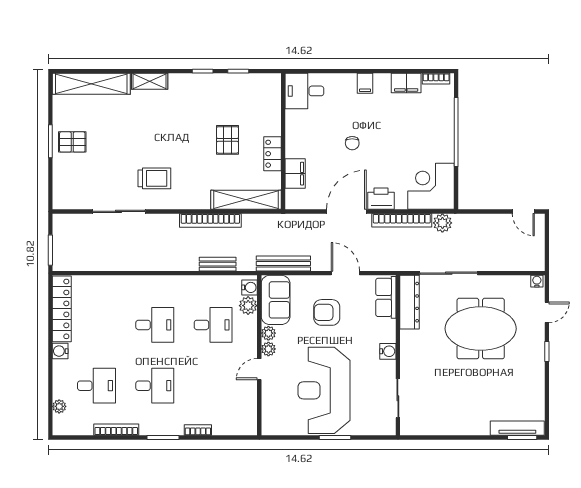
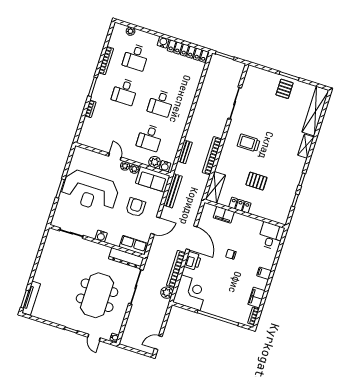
trolley: (154, 178) -> (249, 143), moved, turned 90
shelving: (246, 200) -> (215, 187), width x0.68
reception desk: (324, 390) -> (90, 191), turned 180

